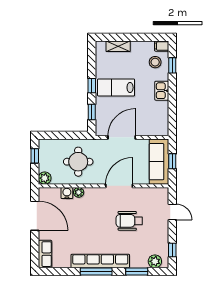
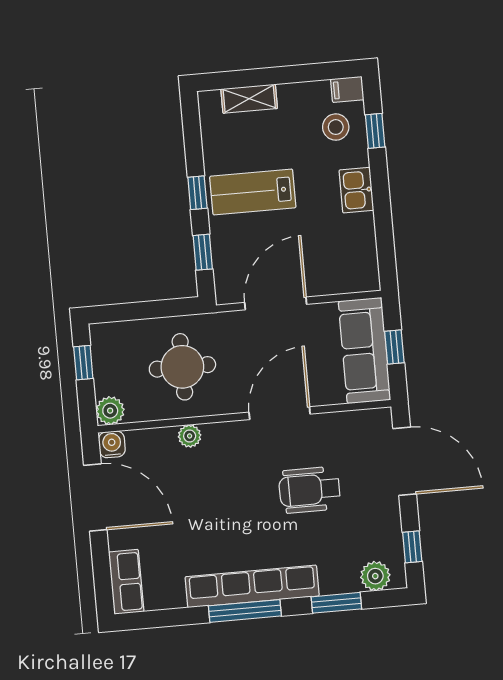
water cooler: (67, 193) -> (112, 444), moved
door: (172, 212) -> (405, 461), width x1.88

